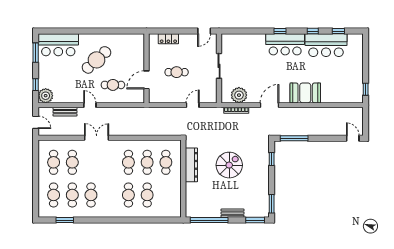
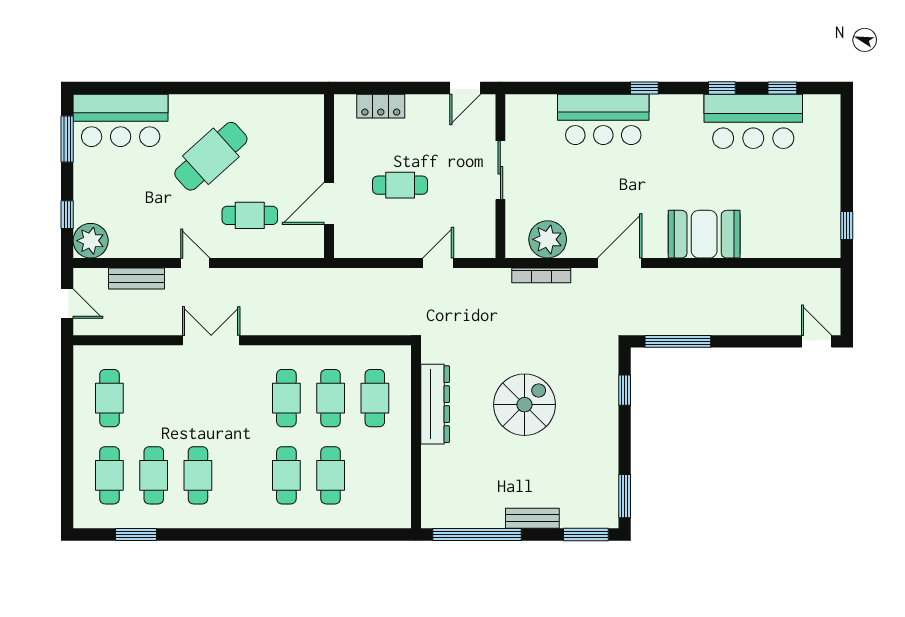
bar counter: (285, 44) -> (603, 119), moved
cafe table: (72, 162) -> (154, 398), removed

